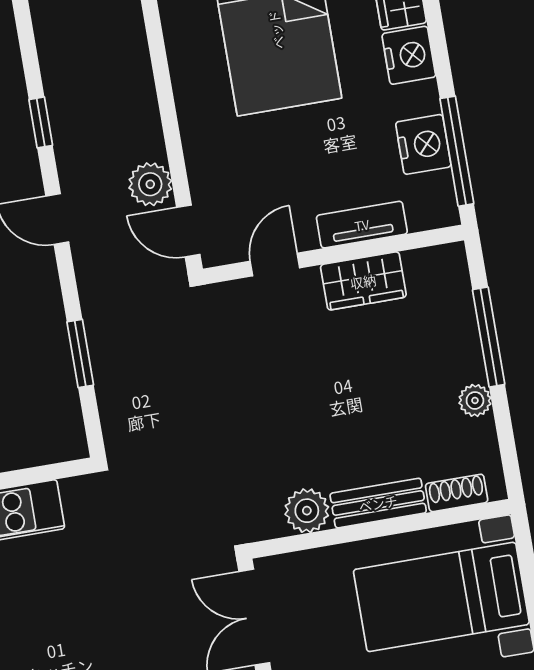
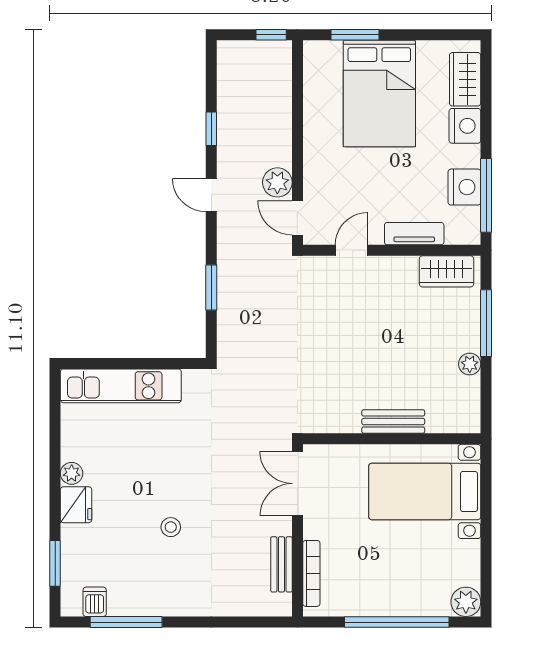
wardrobe: (363, 281) -> (447, 271), moved
shoe rack: (457, 493) -> (447, 424), removed
plant: (307, 511) -> (345, 418), removed

